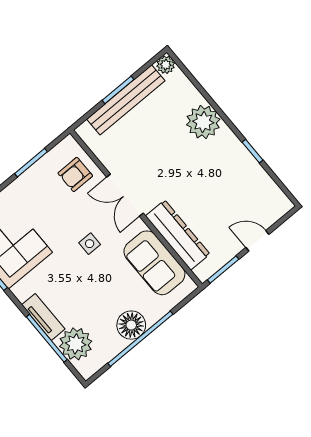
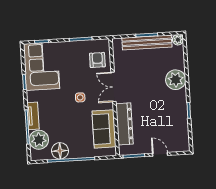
armchair: (75, 174) -> (97, 60), turned 90
floor lamp: (131, 325) -> (60, 151), moved

